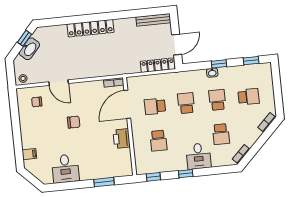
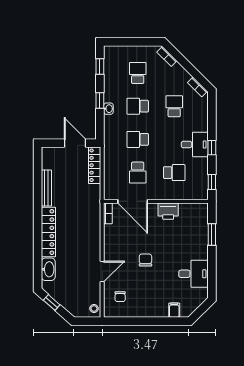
bench: (153, 20) -> (46, 188), moved
washbasin: (29, 49) -> (48, 269), moved, turned 48
school desk: (221, 134) -> (174, 106), turned -90
desk: (198, 156) -> (195, 144), moved

